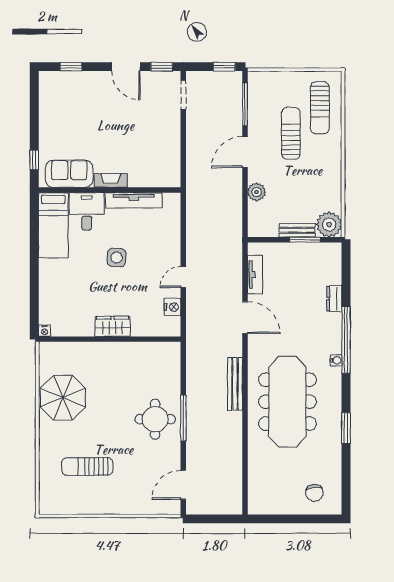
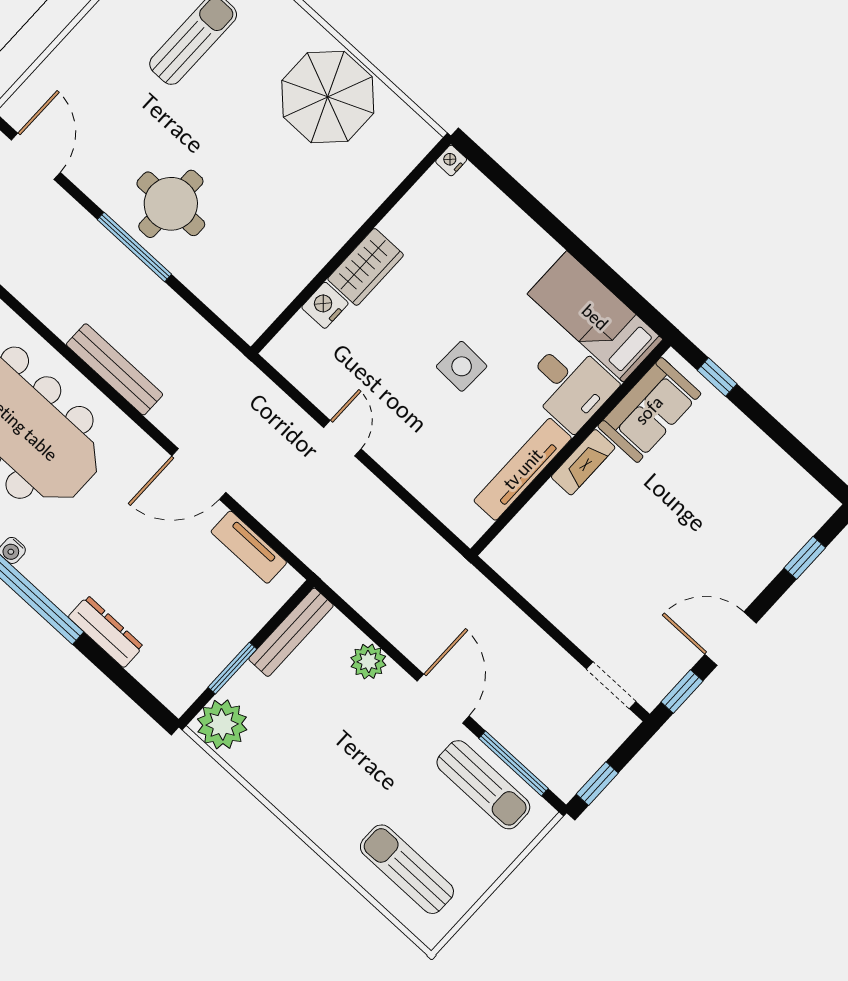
sun lounger: (291, 133) -> (483, 785), moved
bench: (297, 230) -> (291, 632), moved, width x1.36
dresser: (334, 299) -> (106, 632), width x1.44
nightstand: (173, 307) -> (325, 305), moved, turned 90

